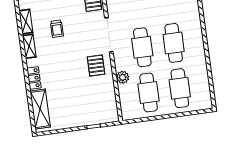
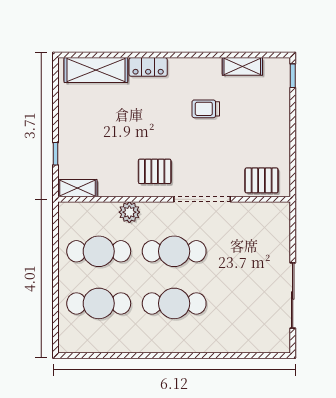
trolley: (57, 29) -> (206, 109), moved
shelving: (29, 46) -> (77, 188), moved

